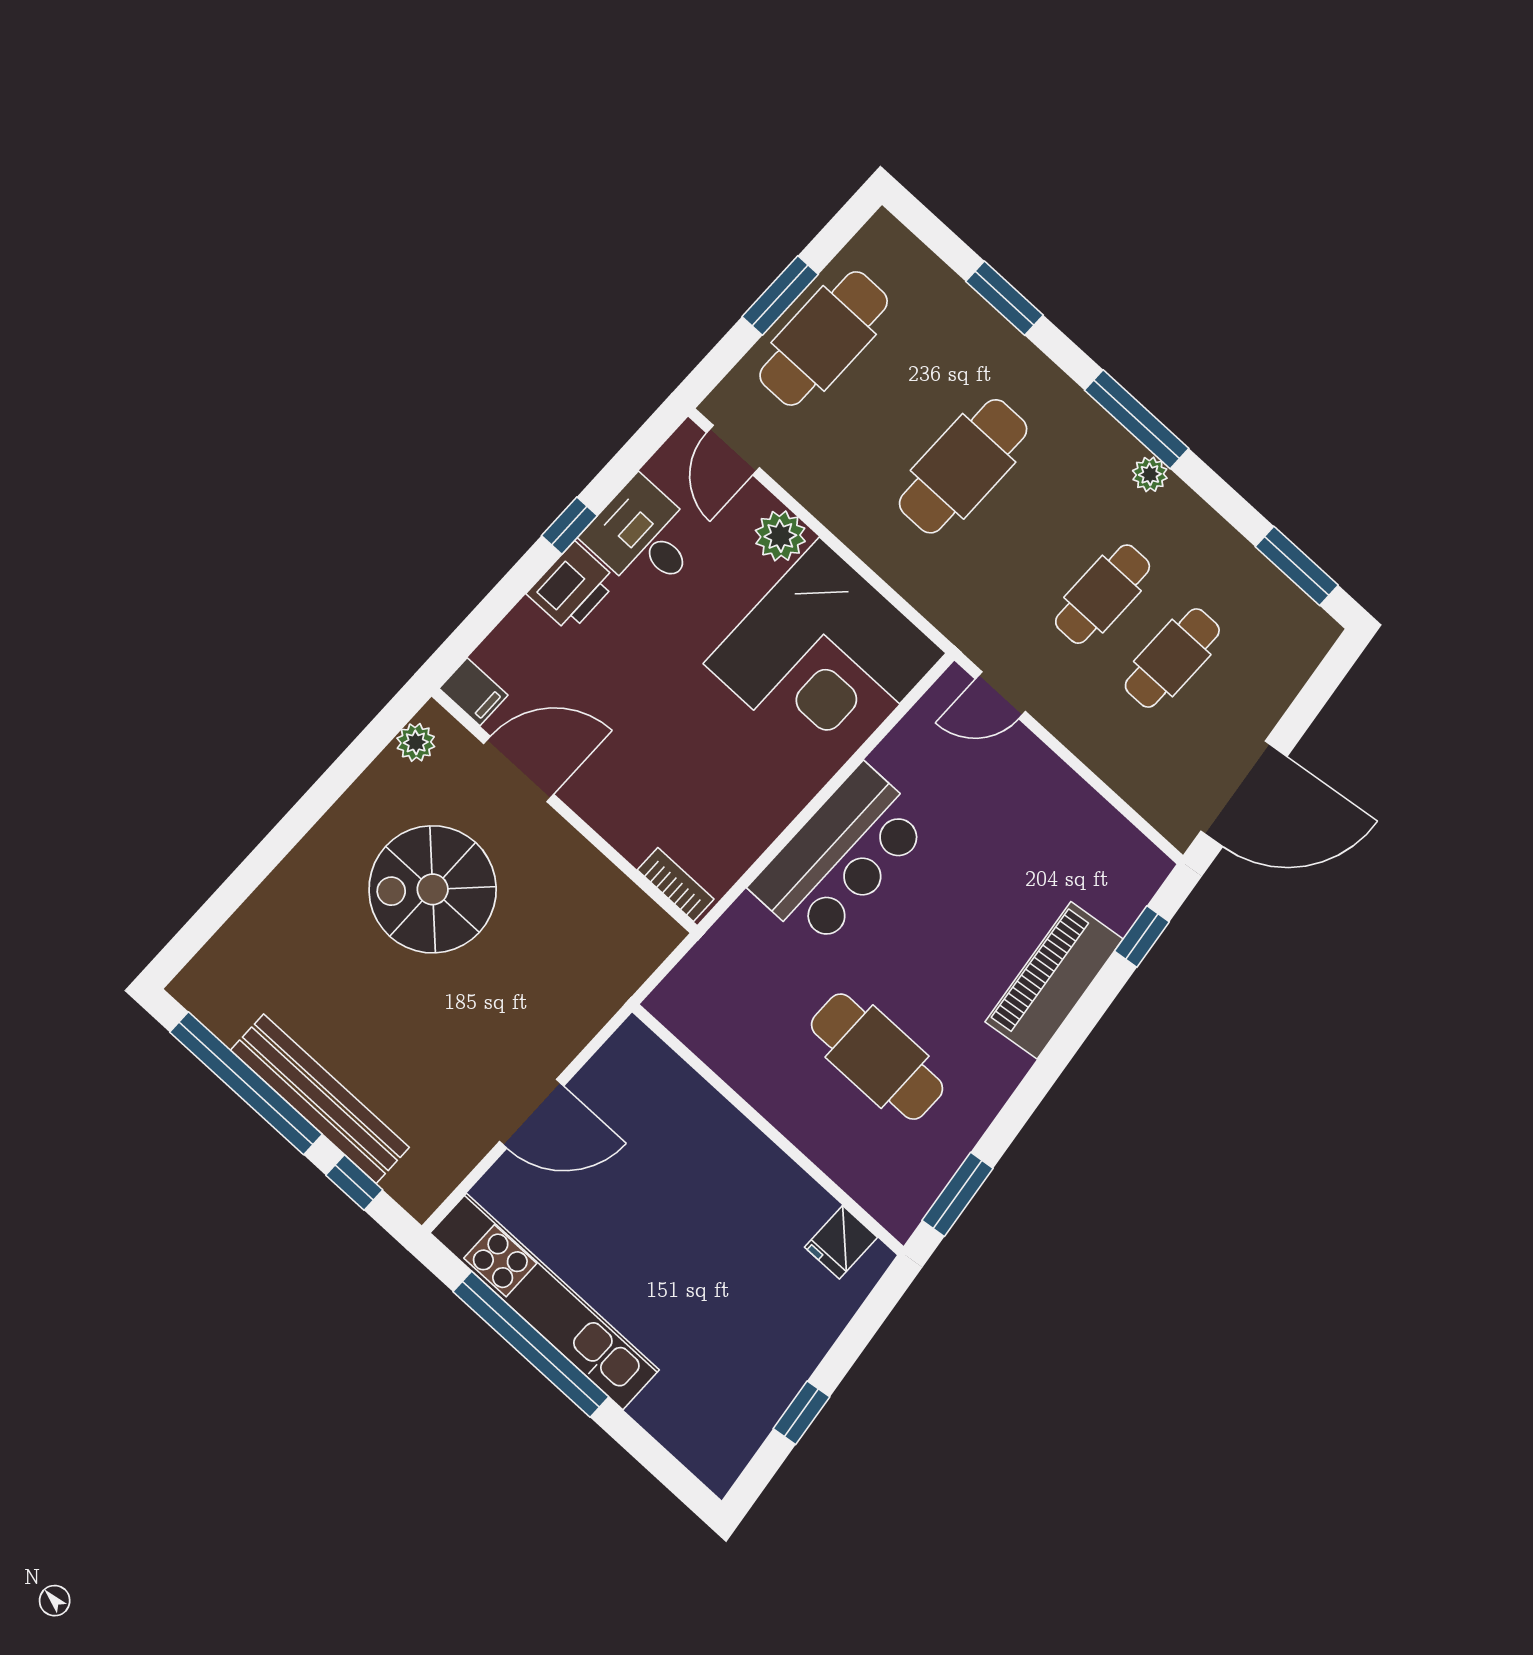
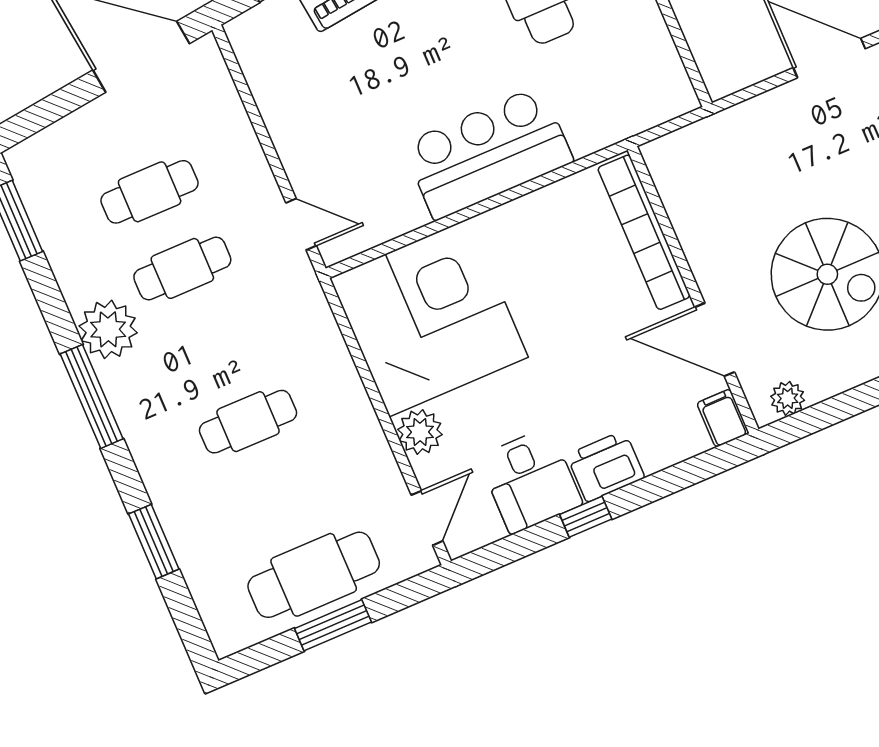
cafe table: (963, 466) -> (248, 422), width x0.73, depth x0.74
plant: (1150, 474) -> (108, 329), width x1.88, depth x1.88
bookcase: (676, 885) -> (644, 232), width x2.31, depth x1.31

